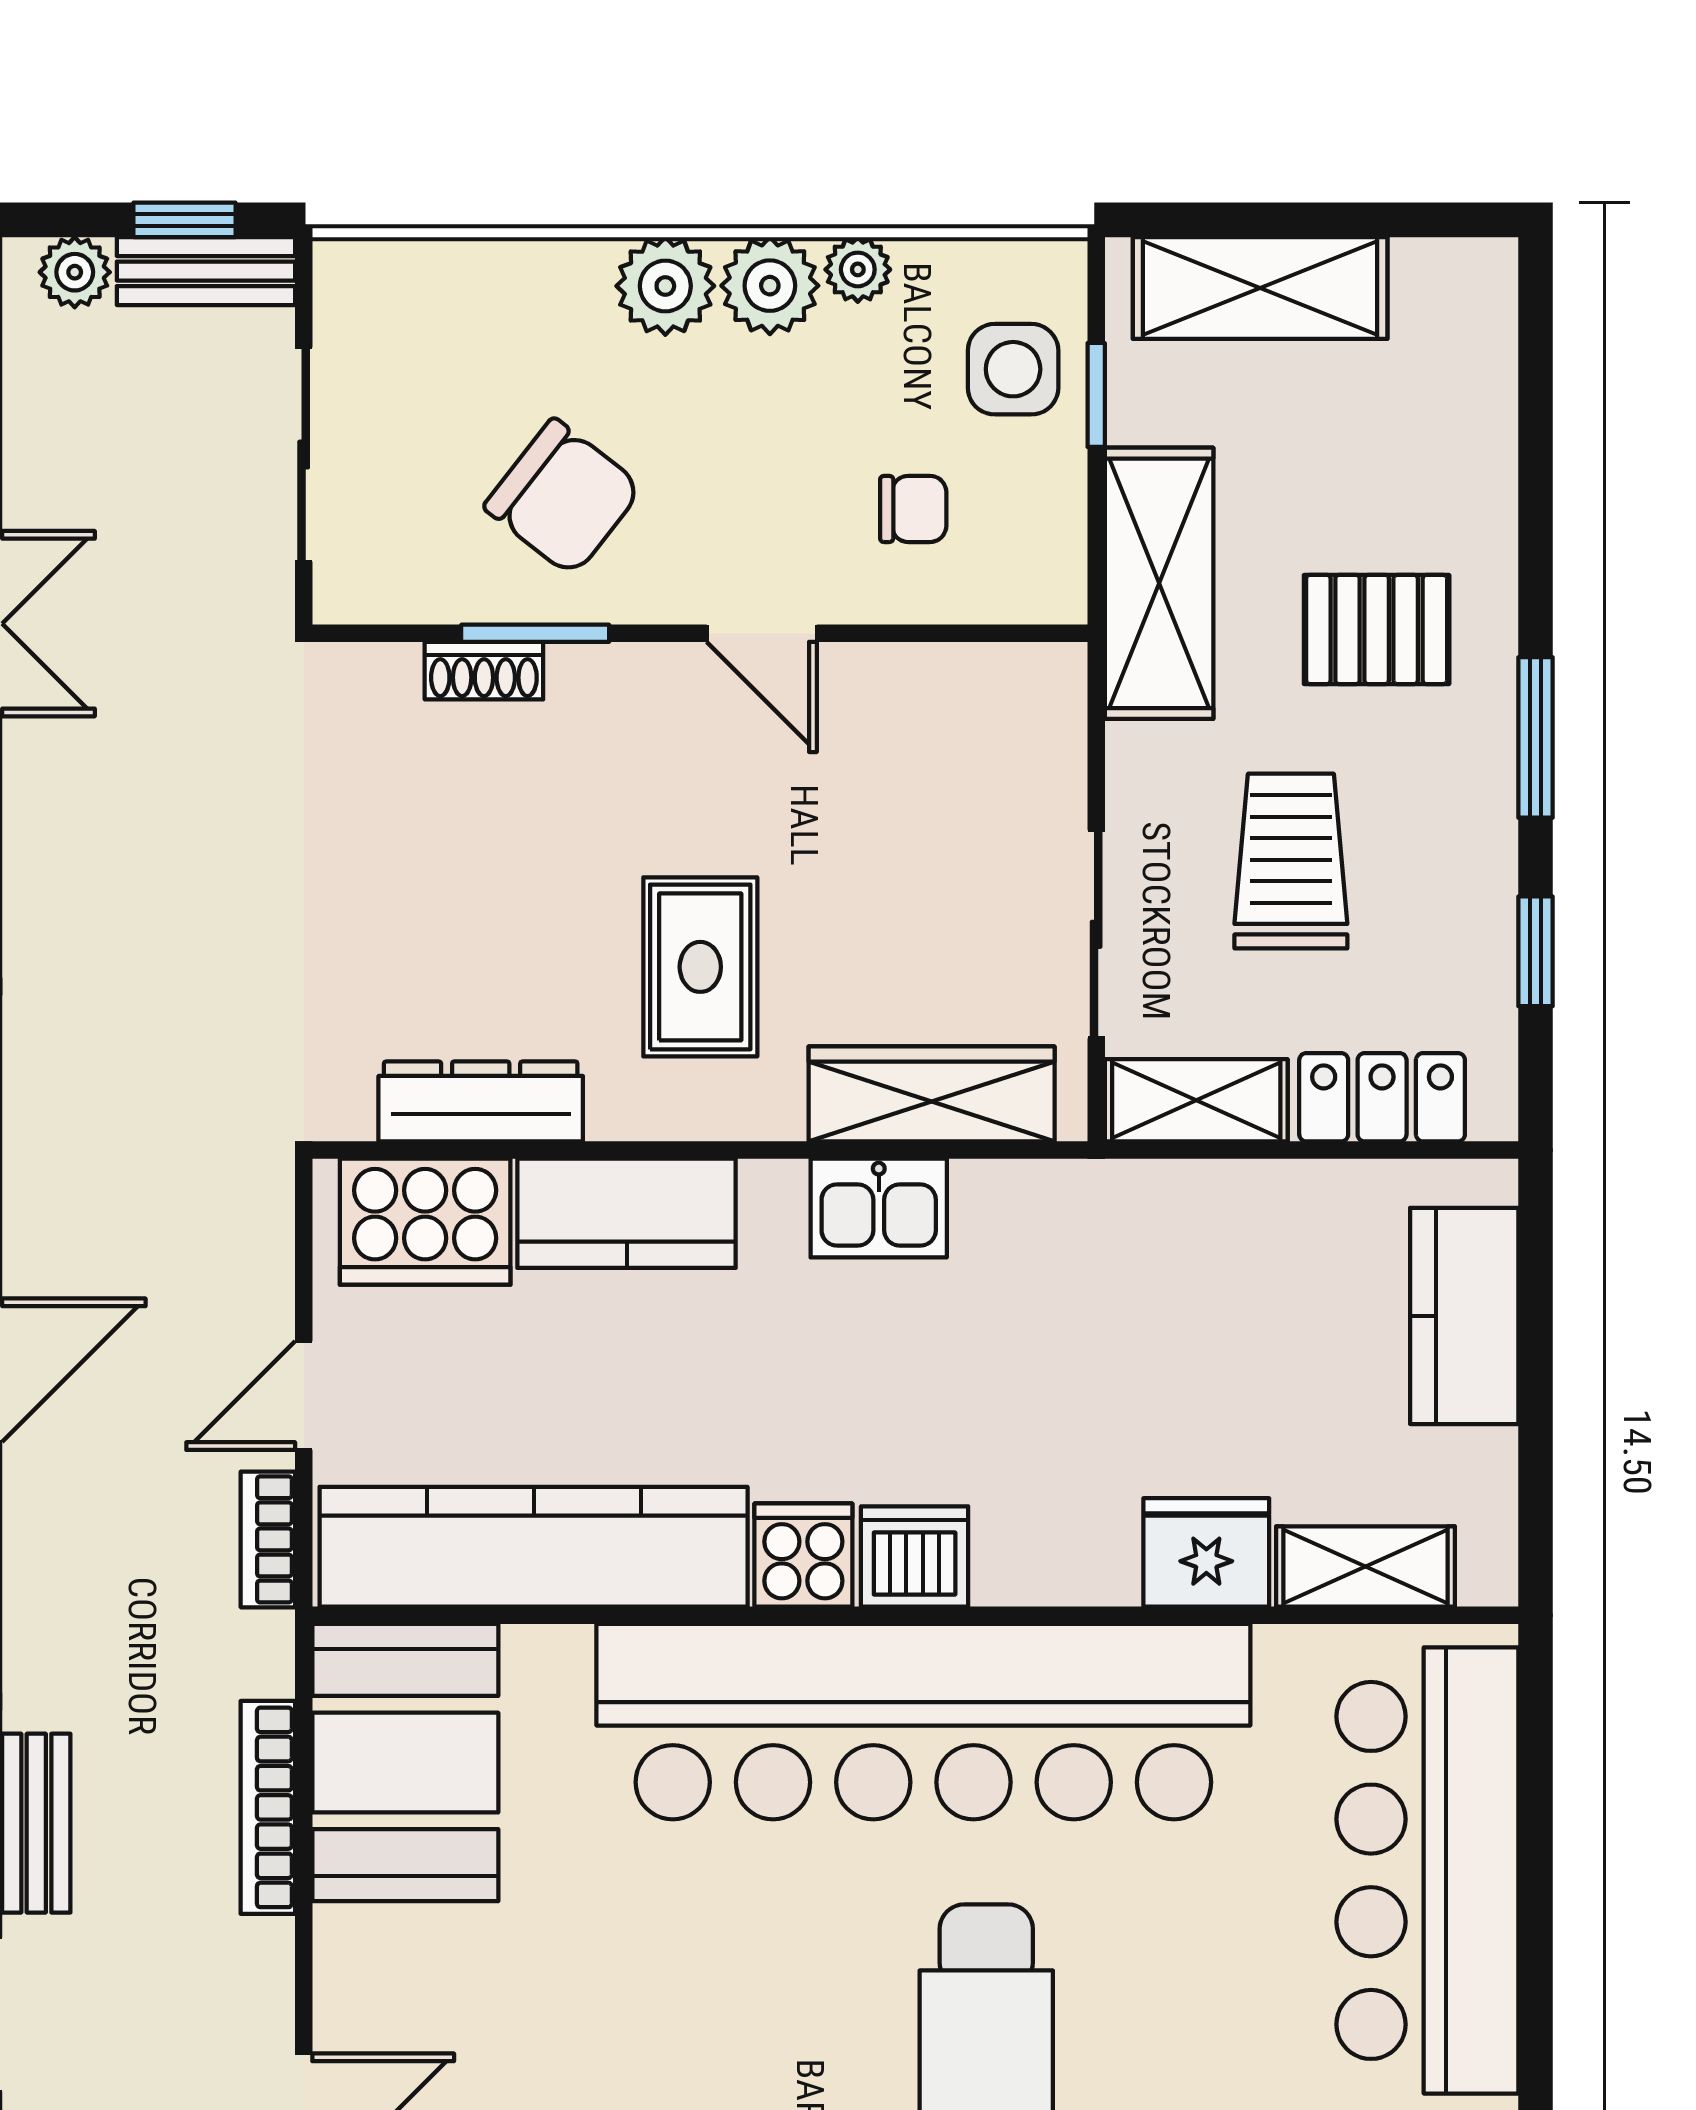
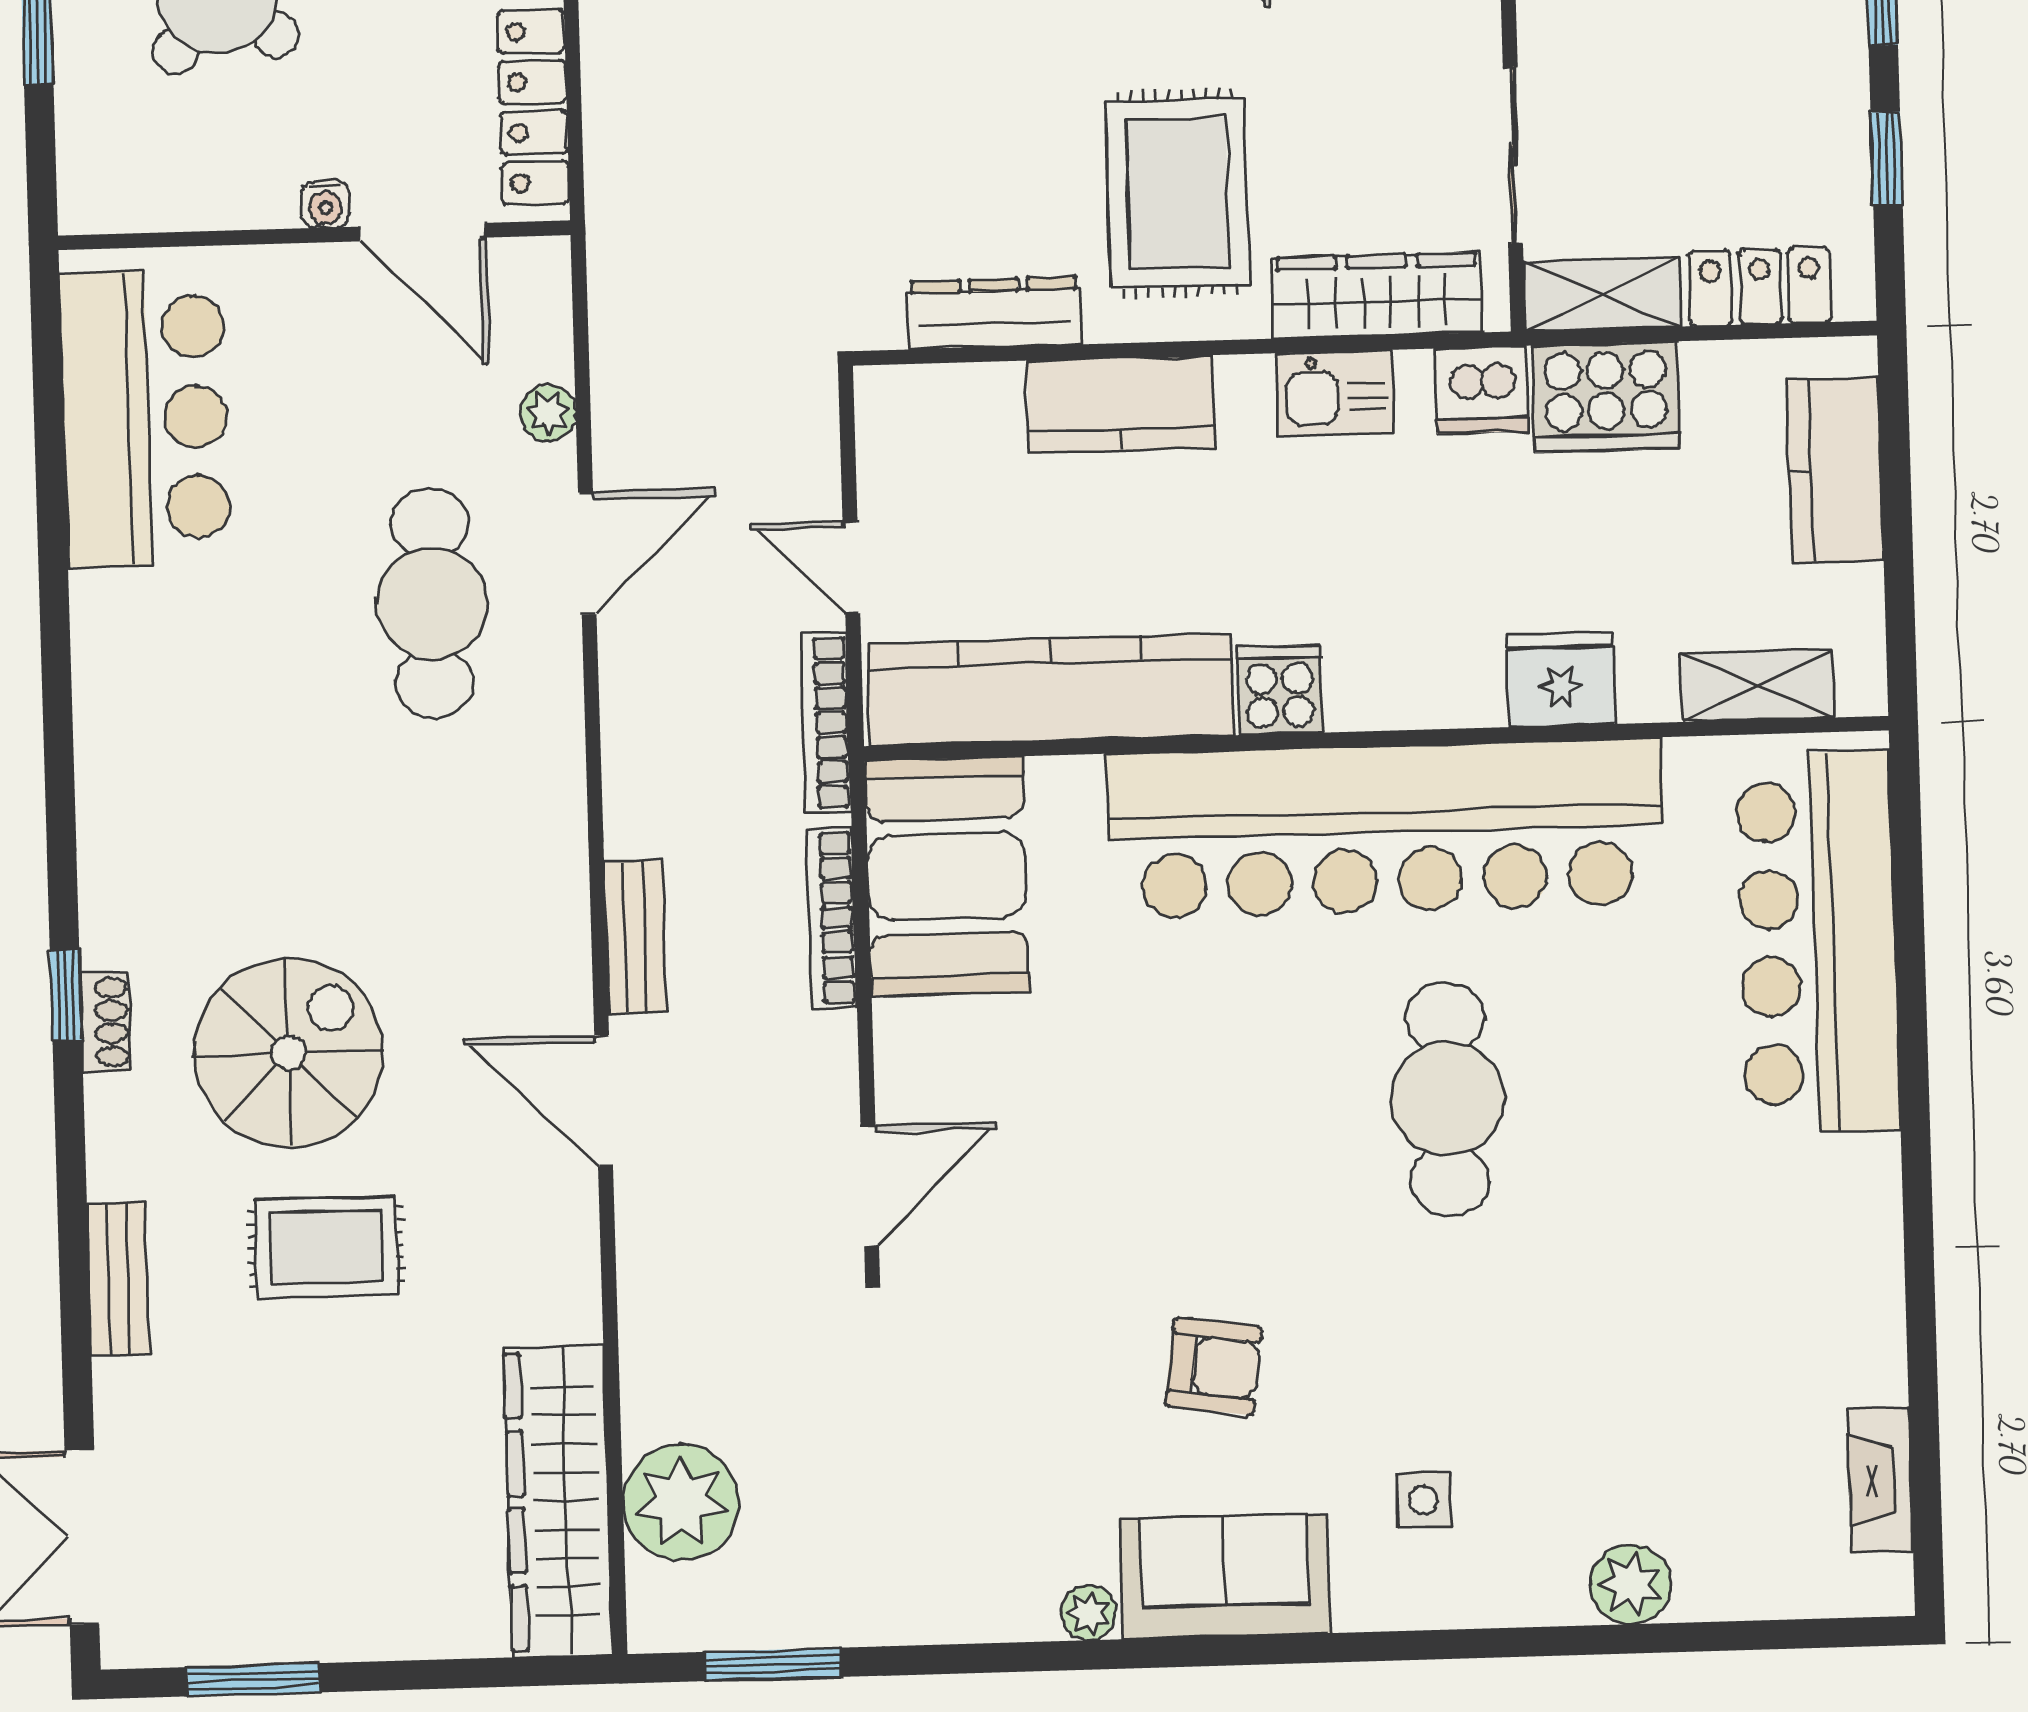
trolley: (1291, 861) -> (1676, 88), removed
rug: (700, 967) -> (1177, 193), width x1.36, depth x1.43
cooker: (425, 1222) -> (1606, 397), moved
door: (304, 1396) -> (851, 567), hinge flipped
bookcase: (268, 1539) -> (826, 723), width x1.56
fridge: (1206, 1552) -> (1561, 679), moved
dishwasher: (915, 1557) -> (1482, 390), moved, turned 180

